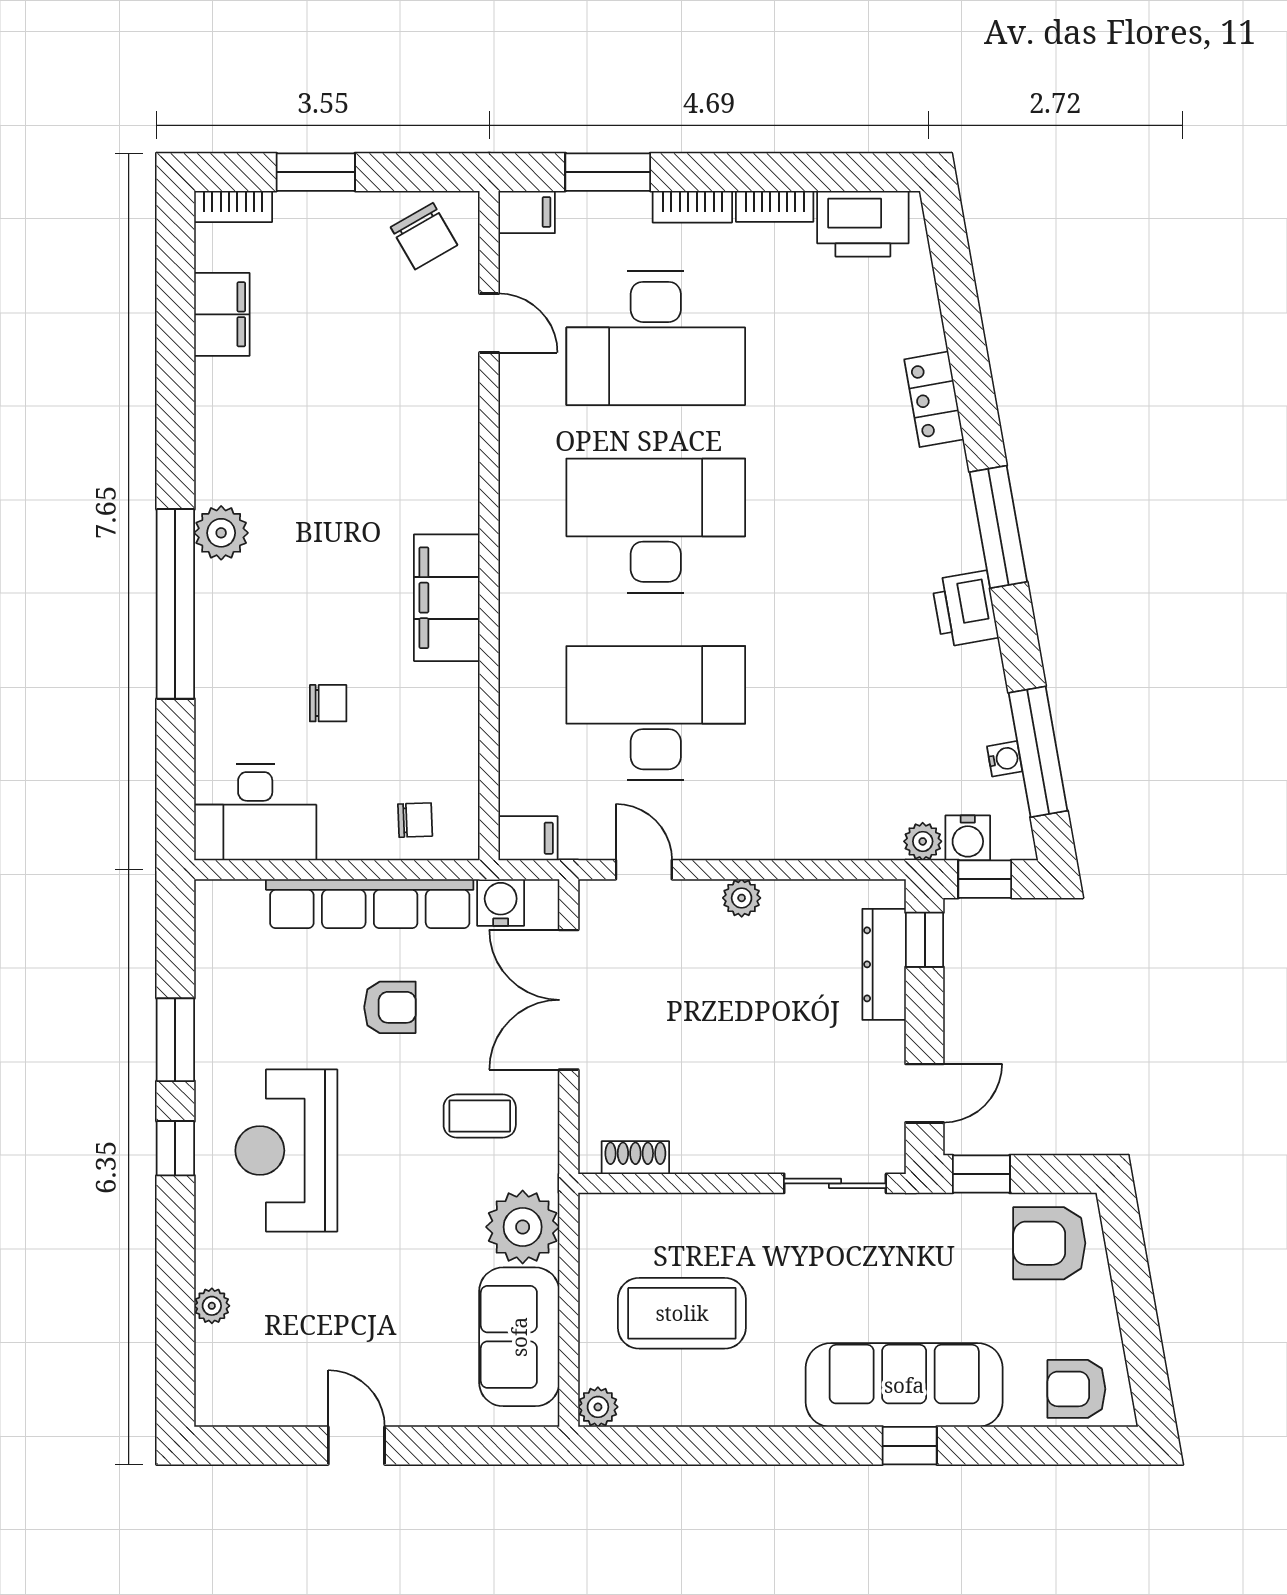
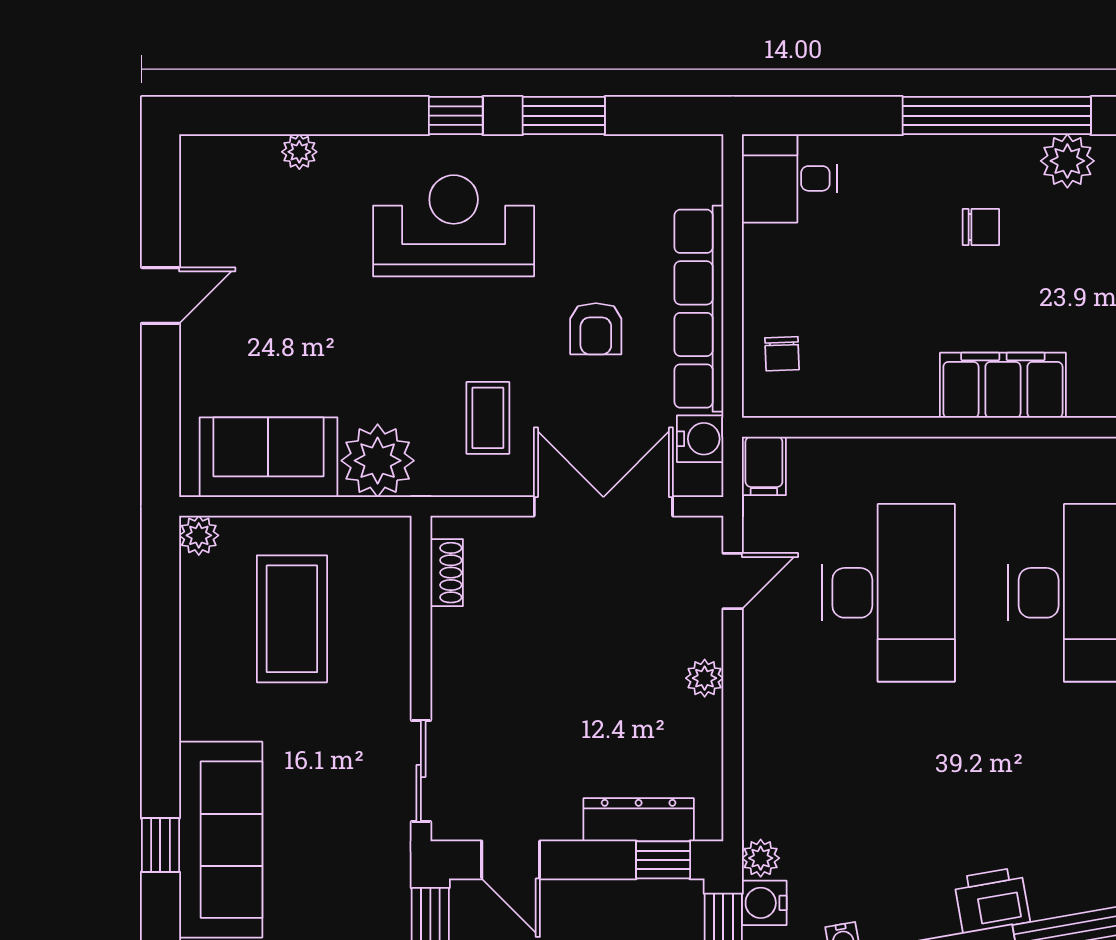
chair: (328, 703) -> (981, 227), moved, turned -90
desk: (255, 812) -> (790, 178), width x0.73

